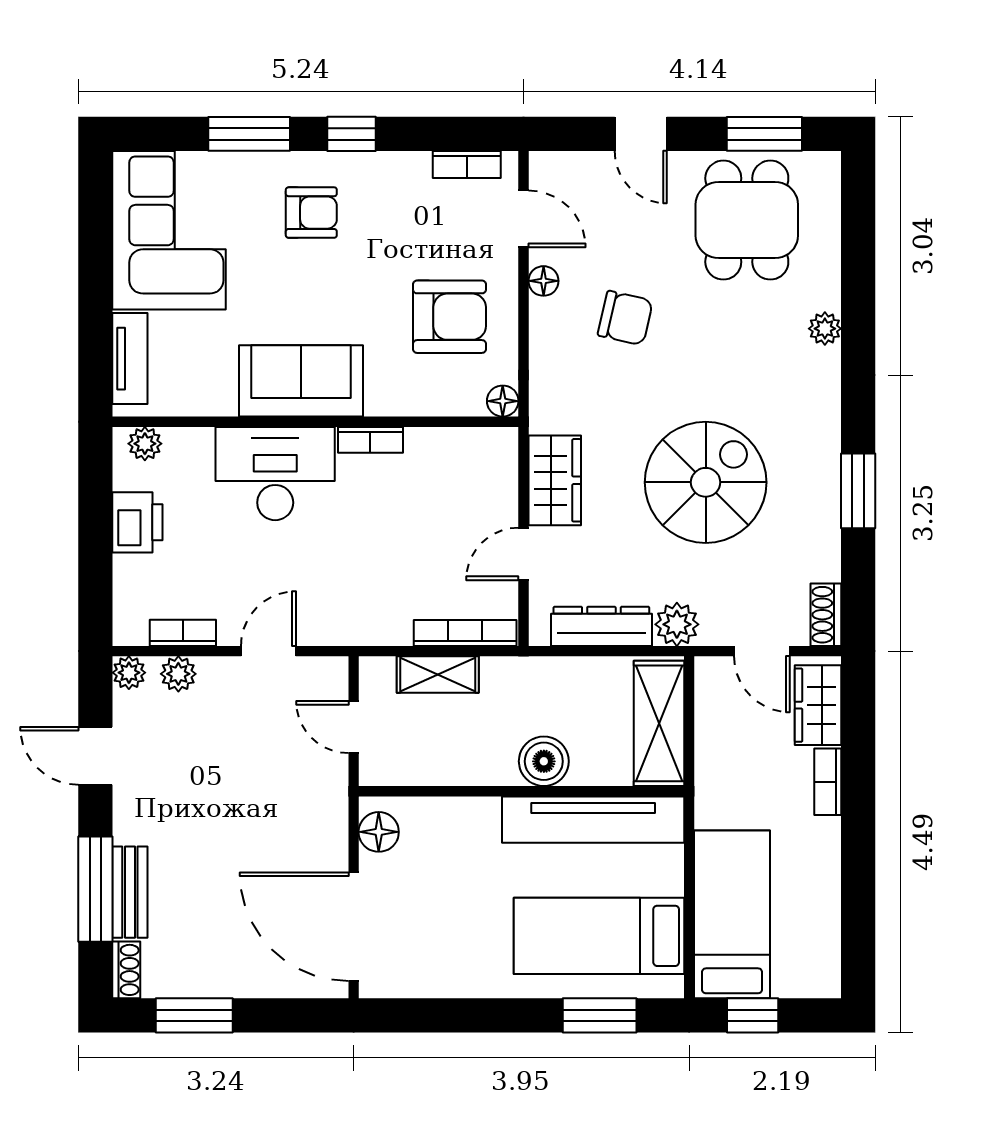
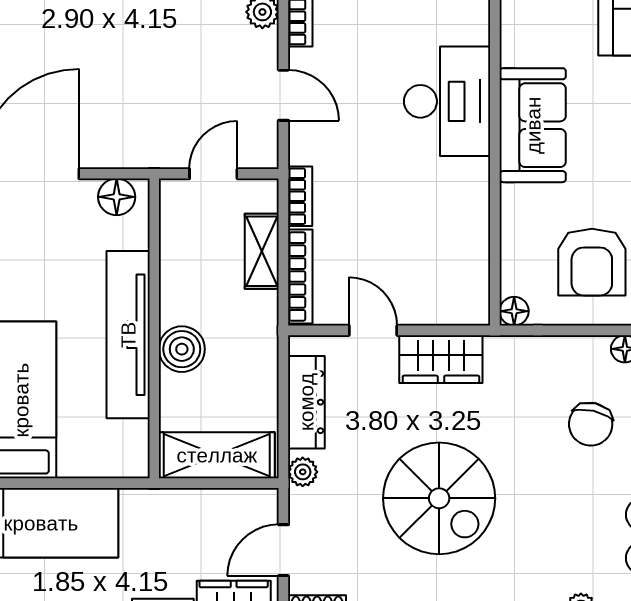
bookcase: (370, 440) -> (300, 196), moved, turned 180
plant: (677, 624) -> (303, 472), width x0.73, depth x0.73
tv unit: (593, 820) -> (128, 335), moved

